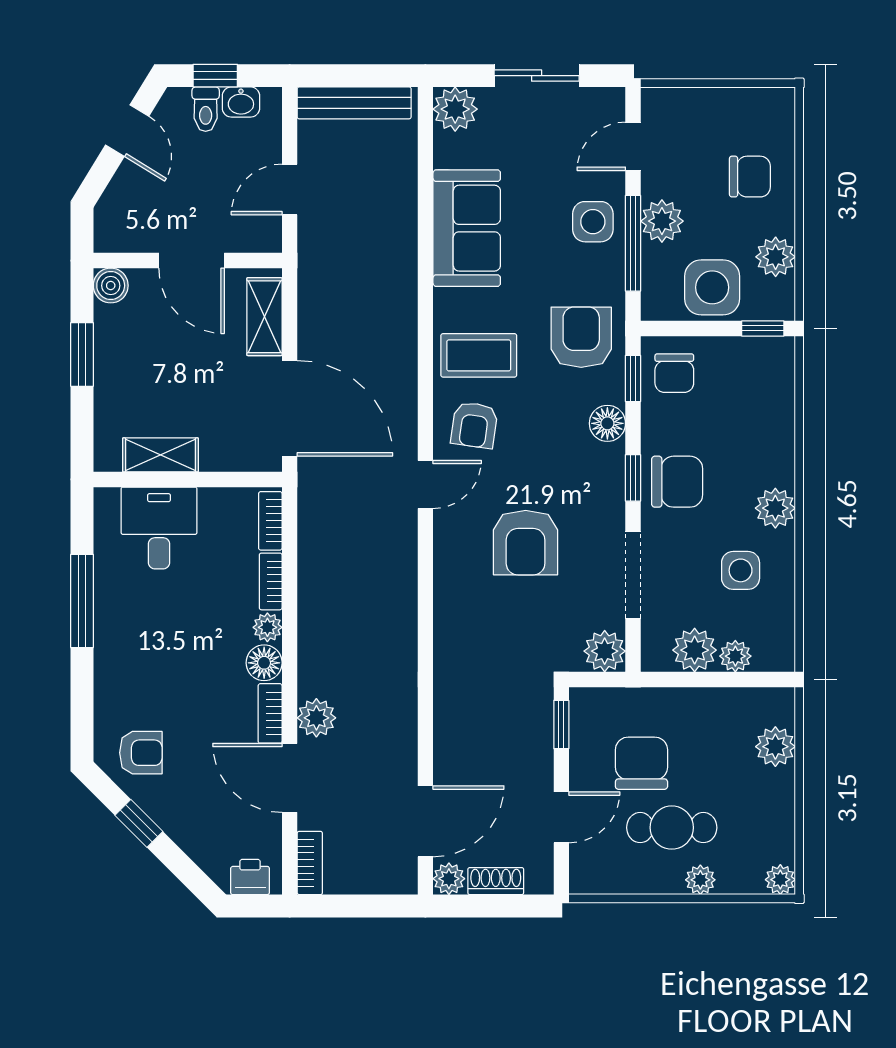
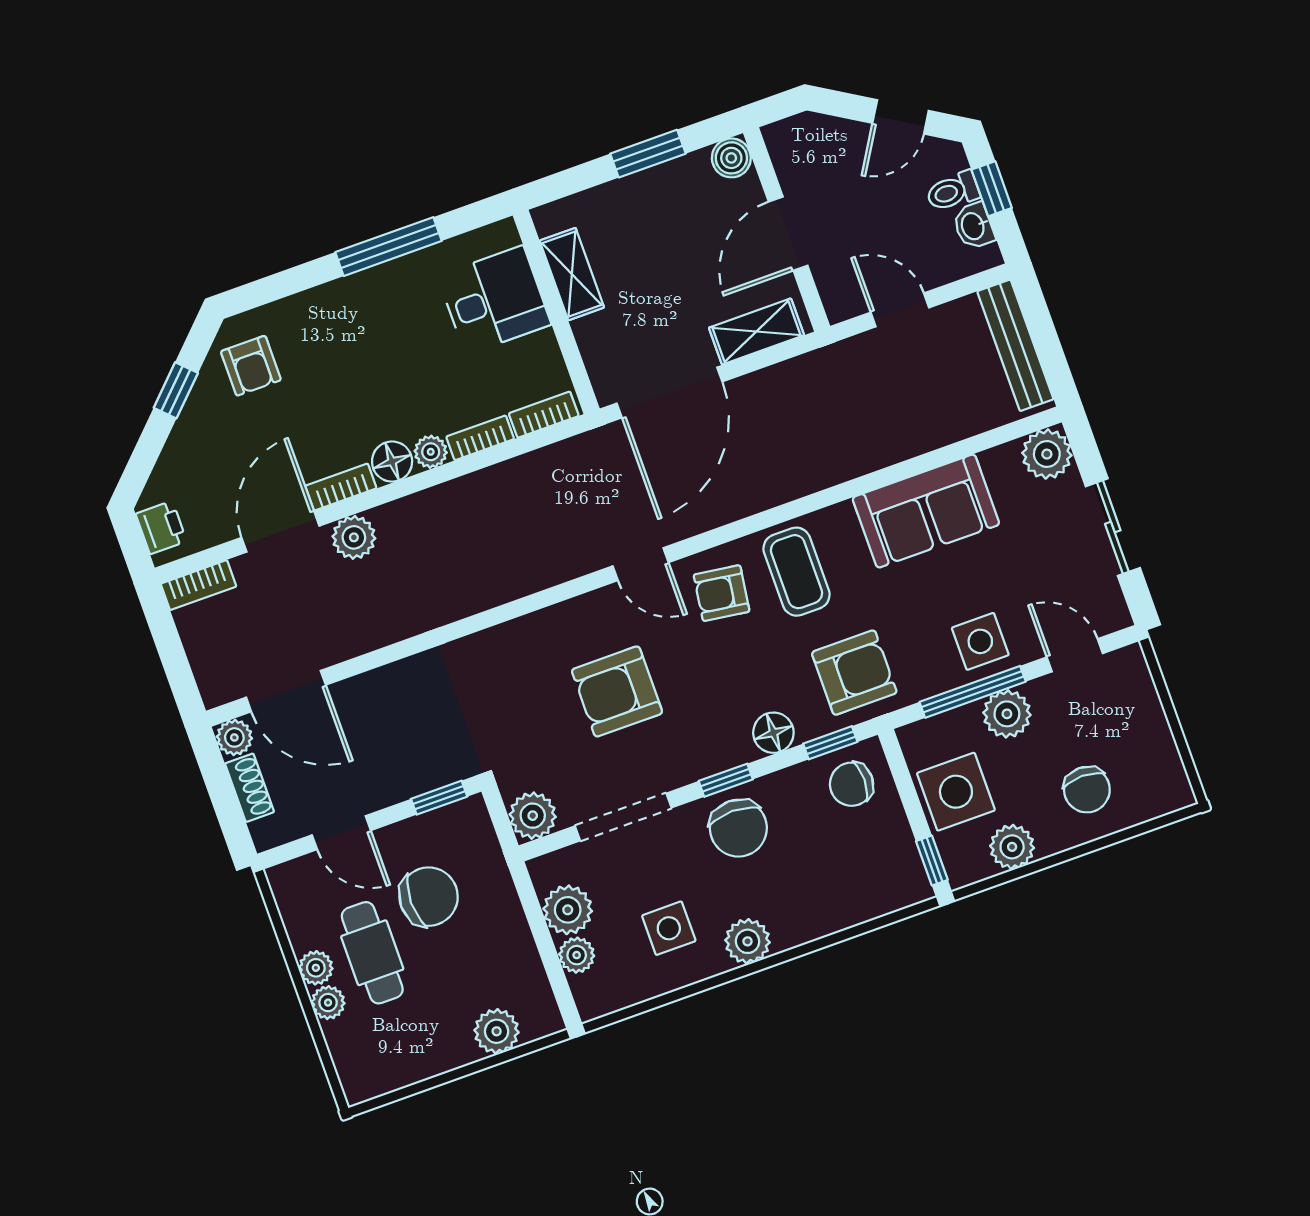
plant: (780, 880) -> (316, 968), moved

